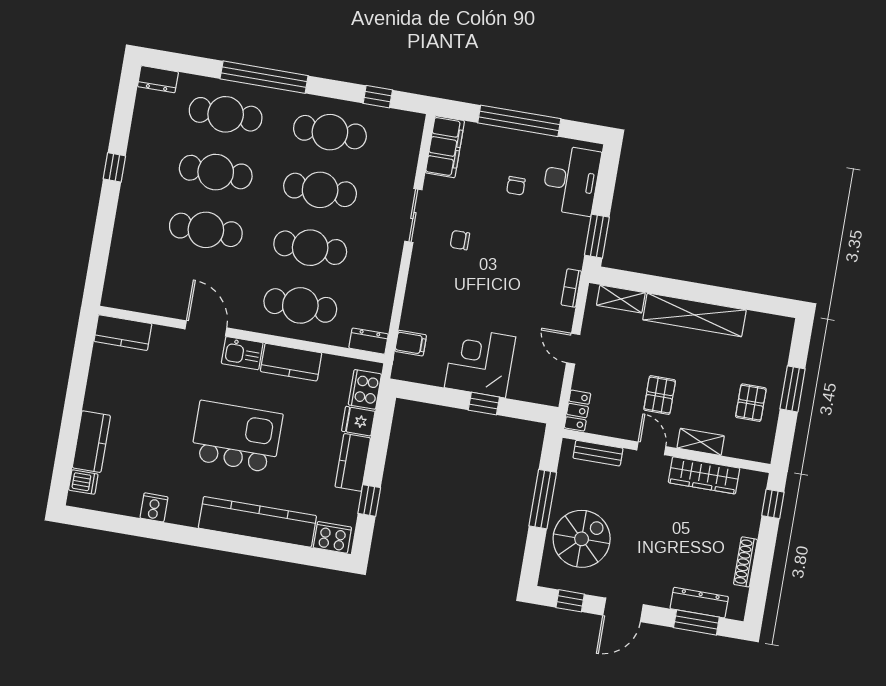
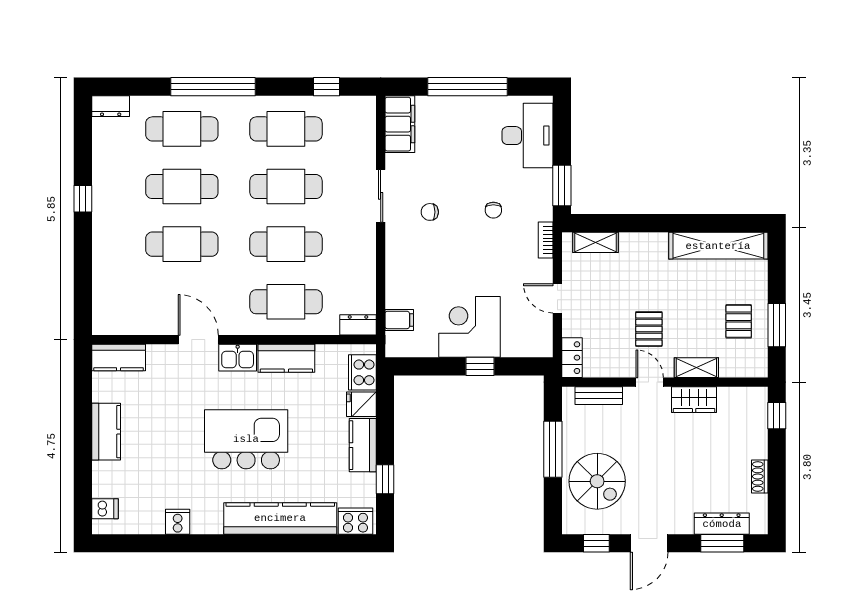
chair: (516, 186) -> (493, 210), moved
shelving: (694, 315) -> (718, 246), moved
window: (793, 389) -> (777, 325), moved
kitchen counter: (91, 442) -> (106, 432), moved
wardrobe: (704, 475) -> (694, 400), width x0.67
spiral stairs: (582, 539) -> (597, 481), turned 90
shoe rack: (745, 562) -> (760, 476), width x0.70

